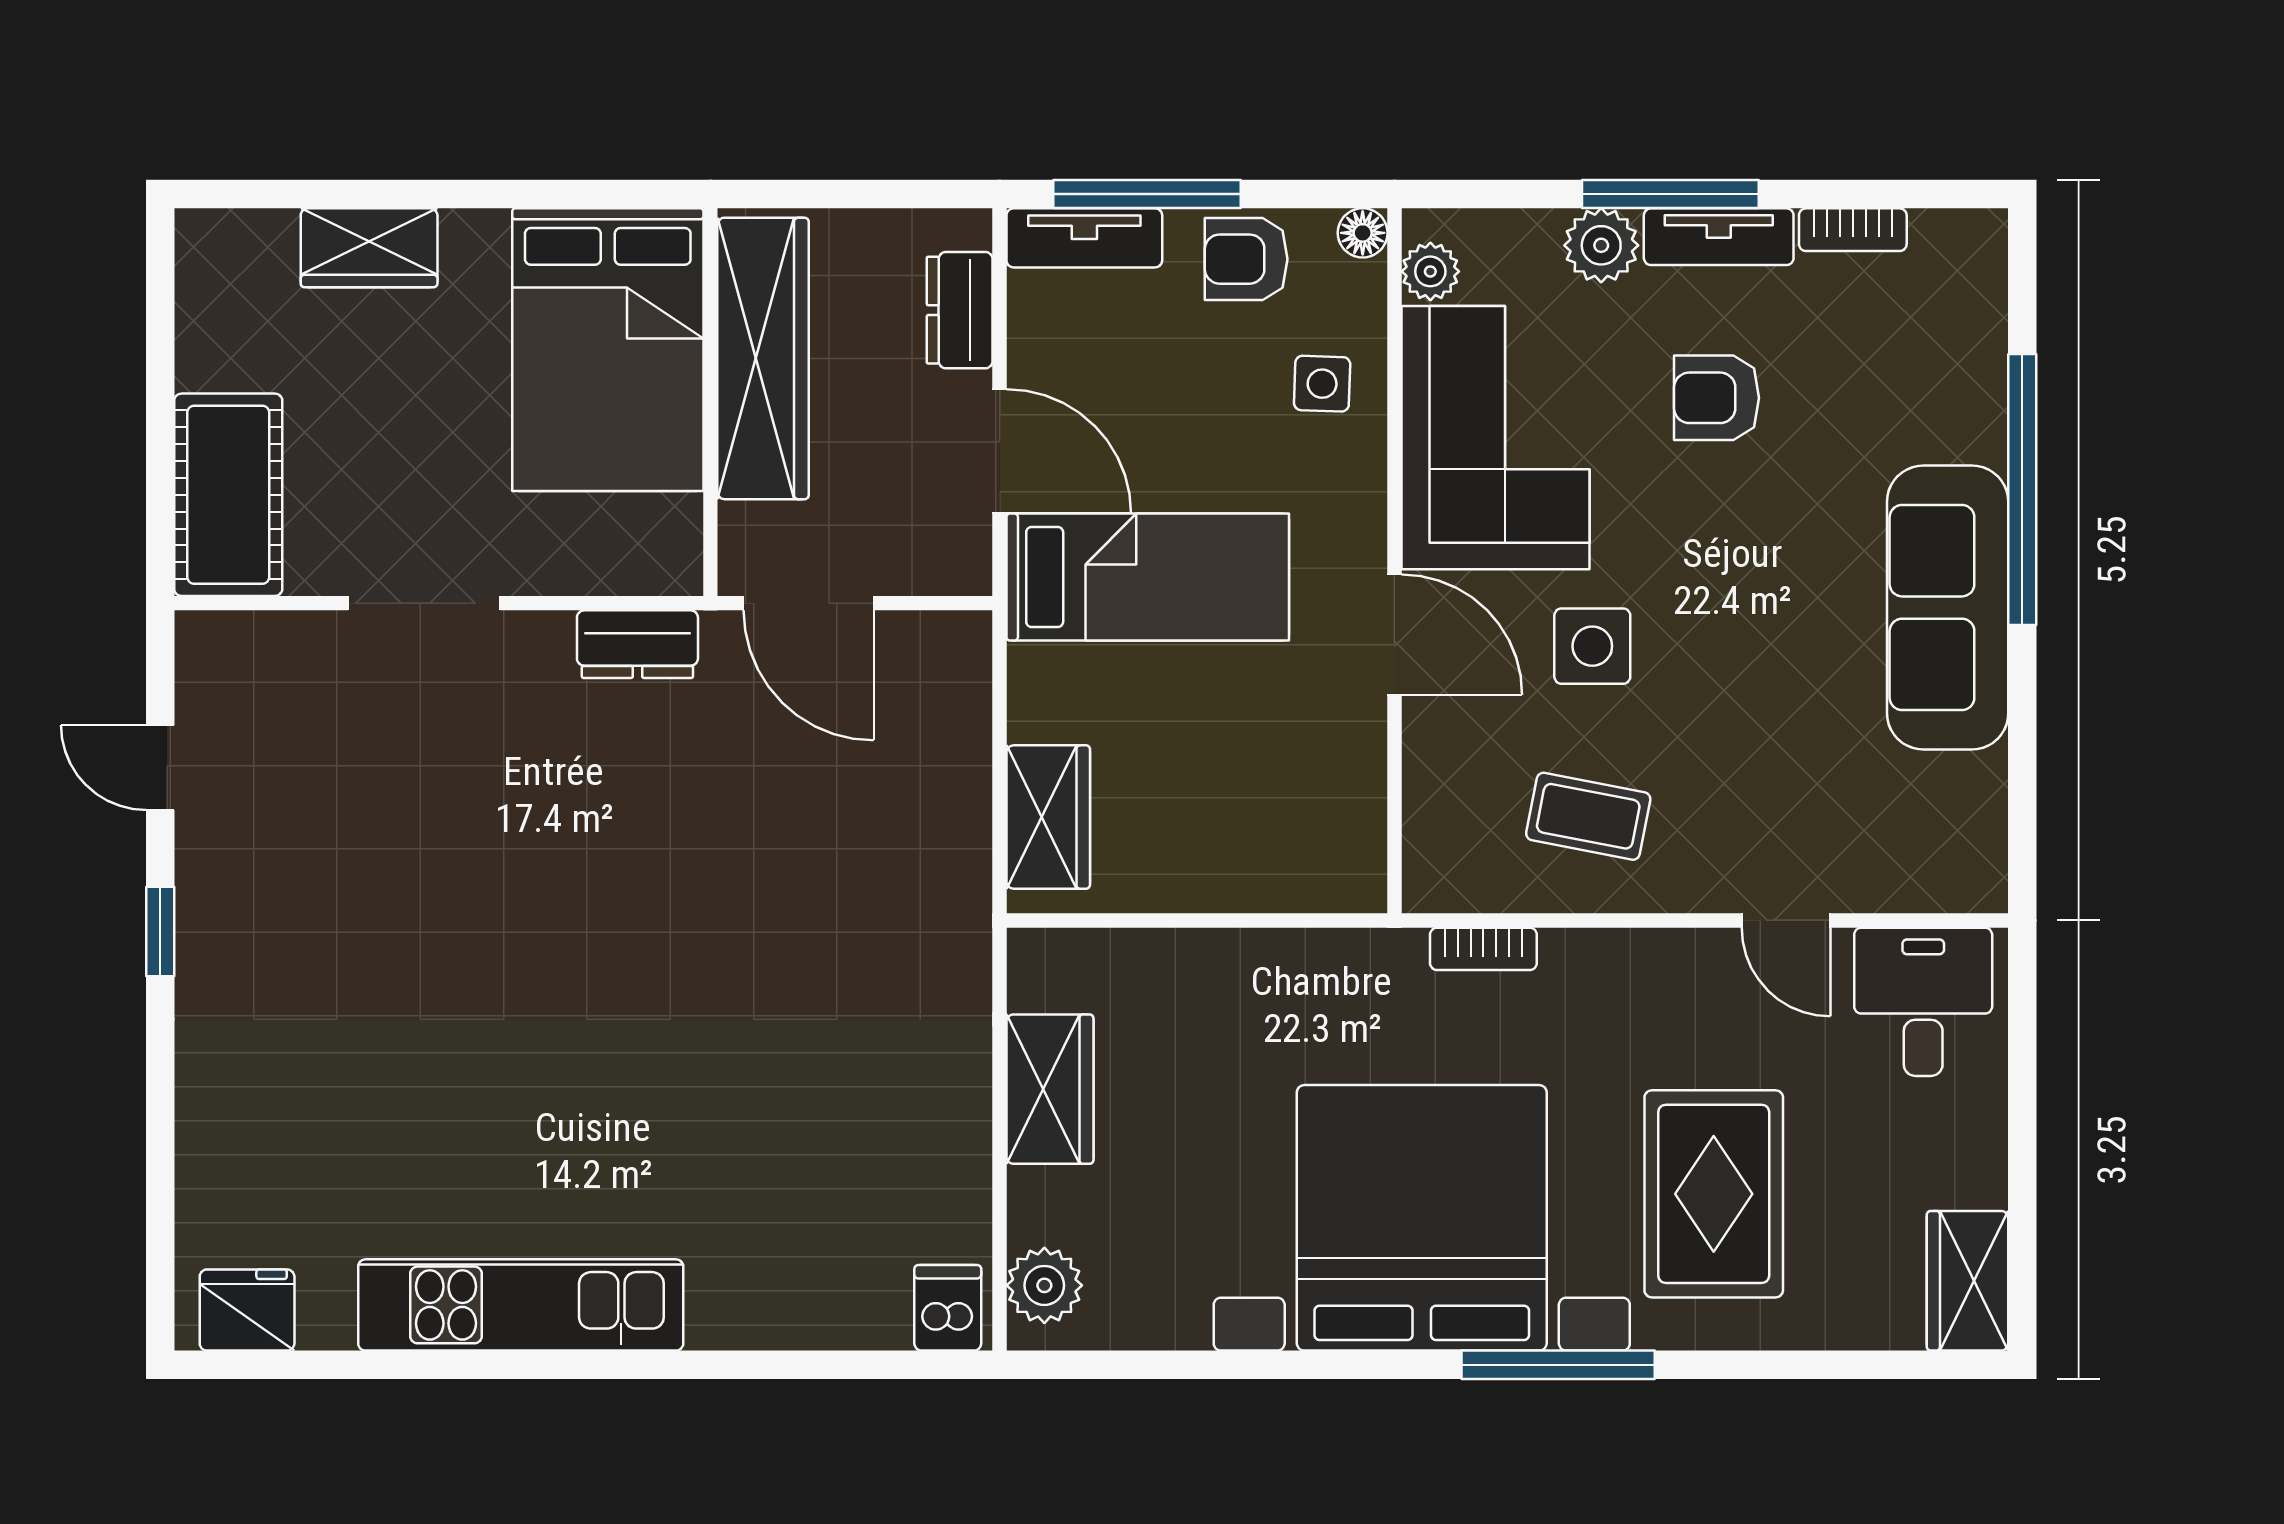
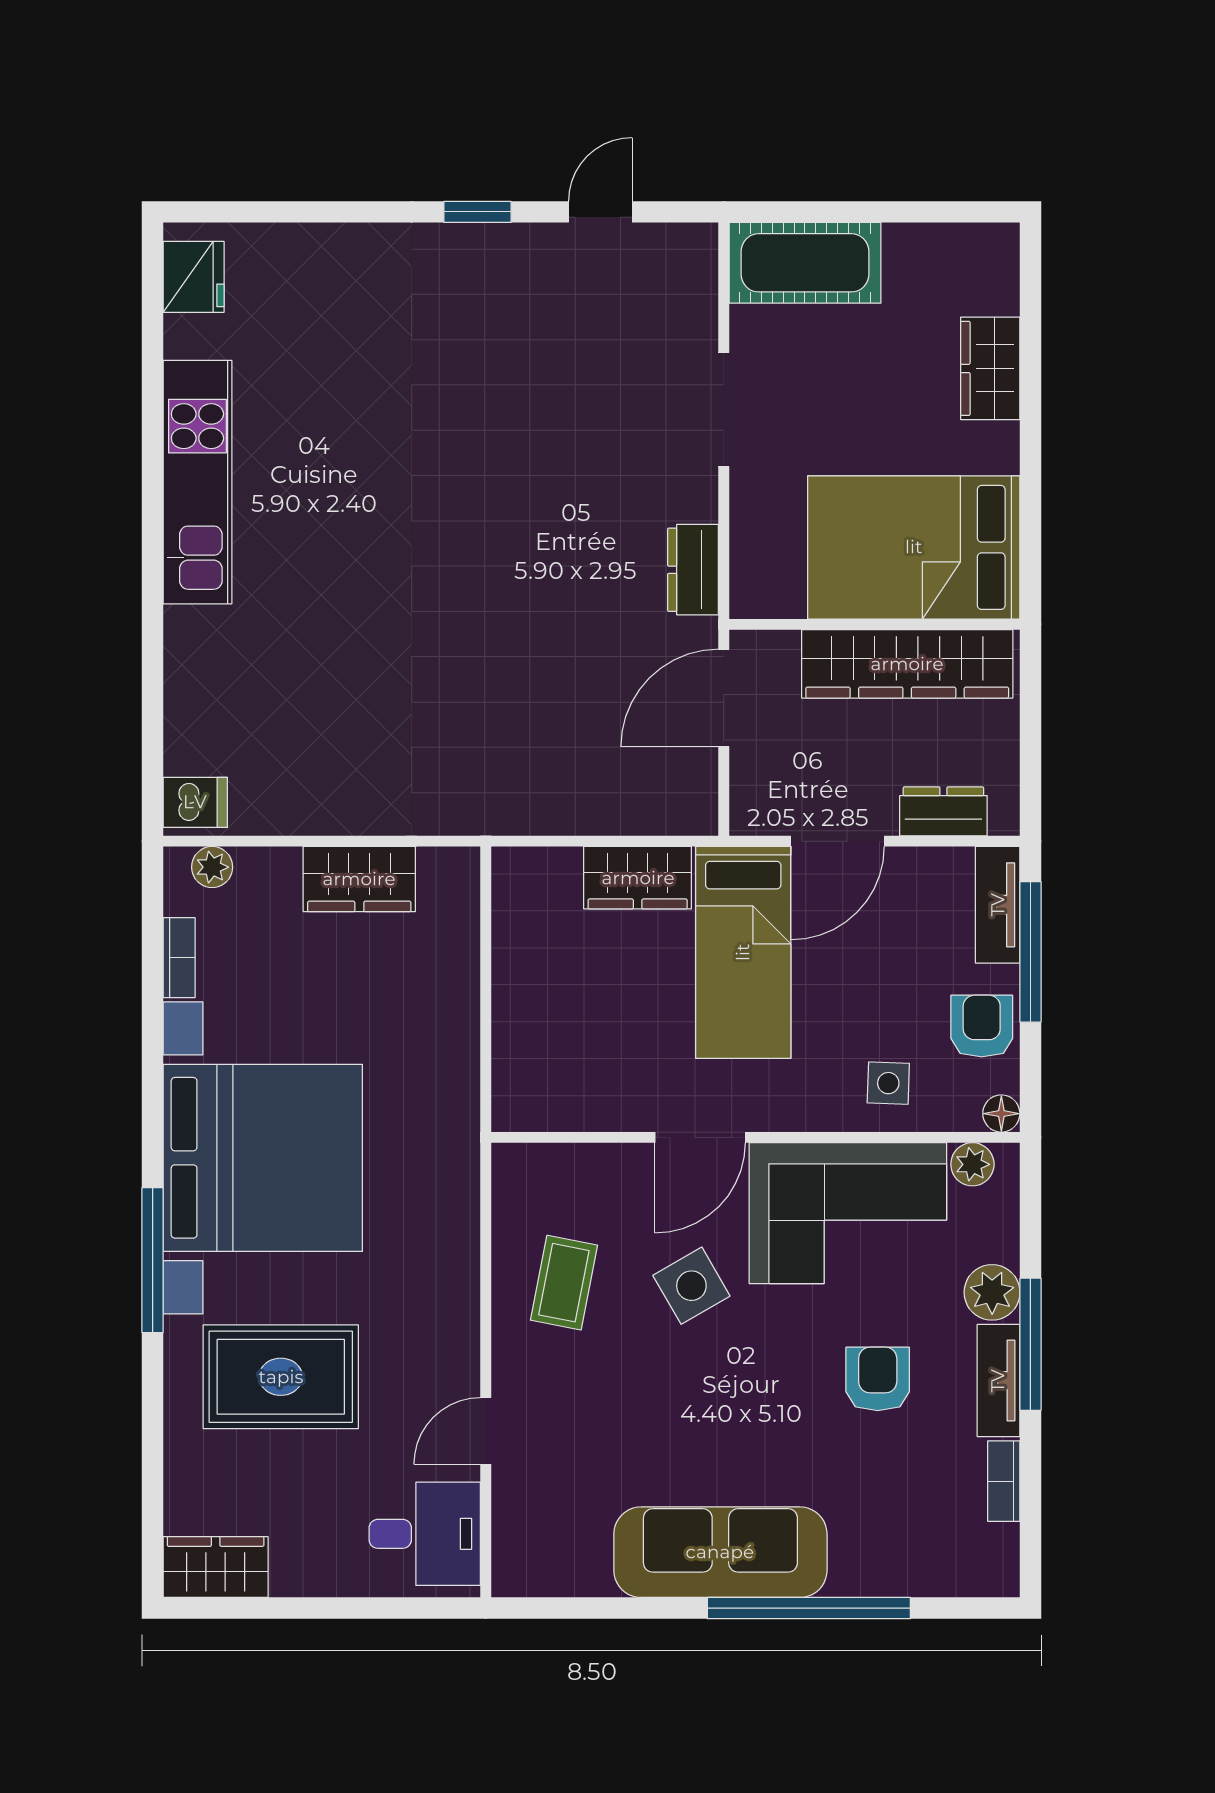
side table: (1592, 646) -> (691, 1286), turned -30
wardrobe: (1048, 817) -> (638, 878), moved
bookcase: (1483, 949) -> (179, 958), moved, turned 180
plant: (1044, 1285) -> (212, 867), width x0.73, depth x0.73

